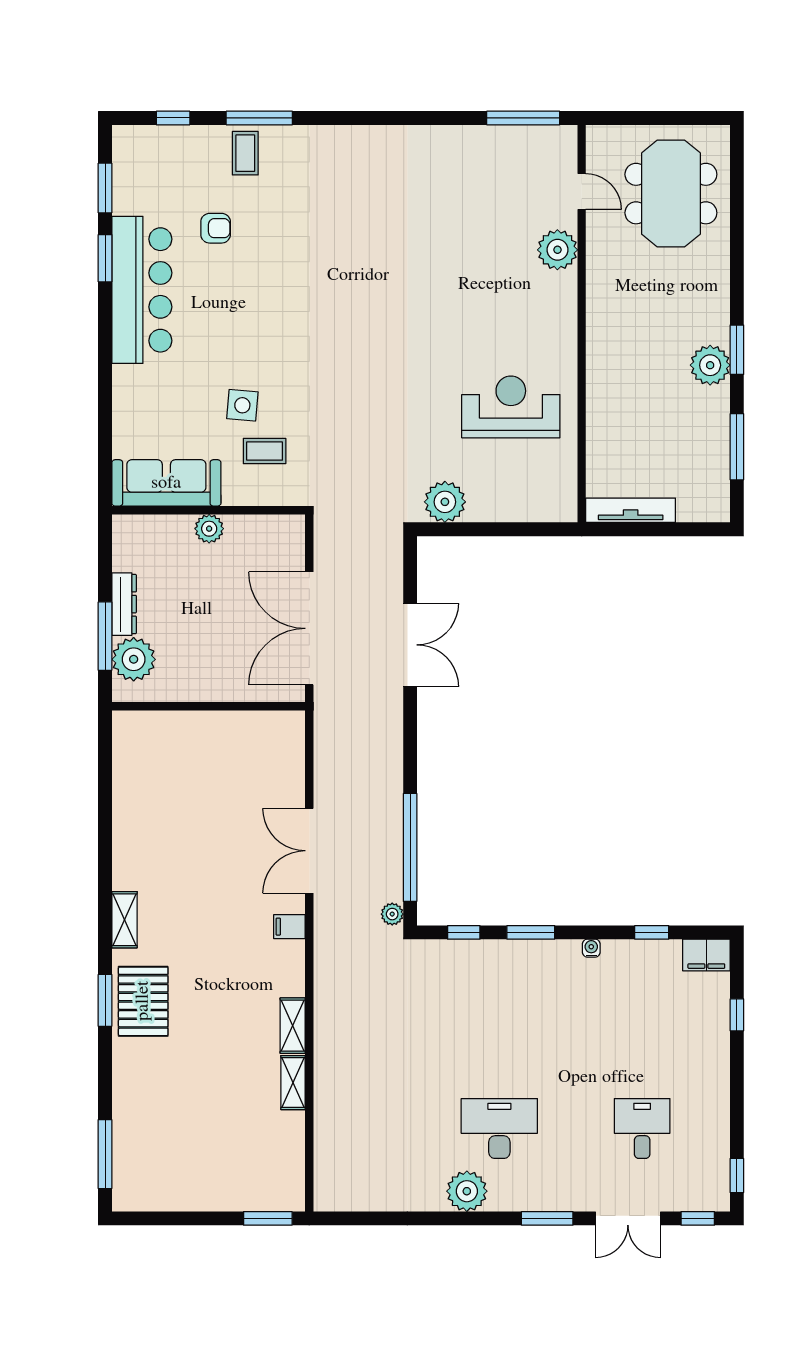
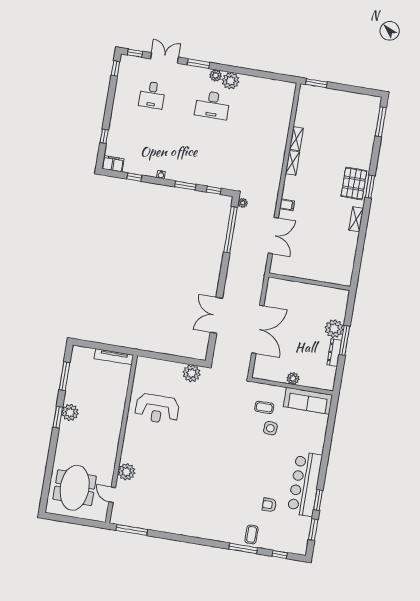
wall: (209, 706) -> (309, 282), moved
plant: (503, 1198) -> (216, 75), added

